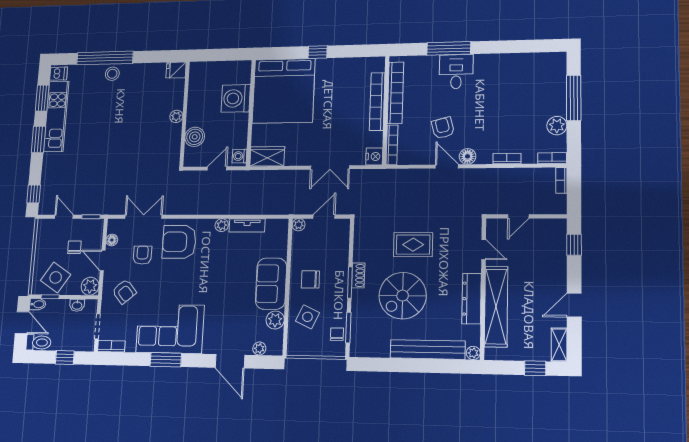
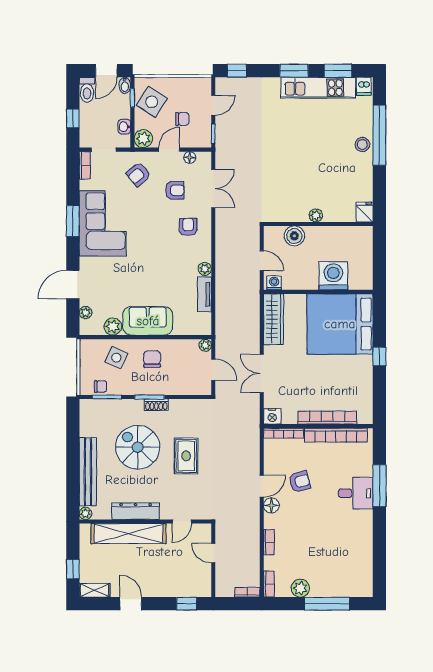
wardrobe: (267, 156) -> (273, 319), width x1.50
armchair: (179, 242) -> (188, 227), width x0.53, depth x0.53

